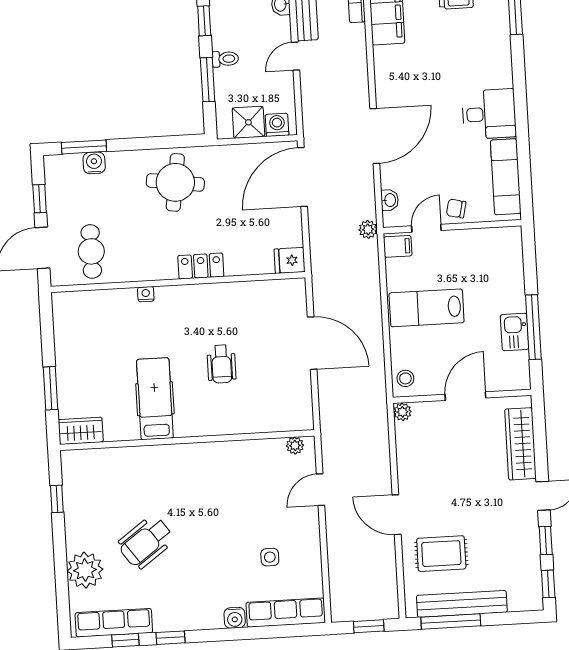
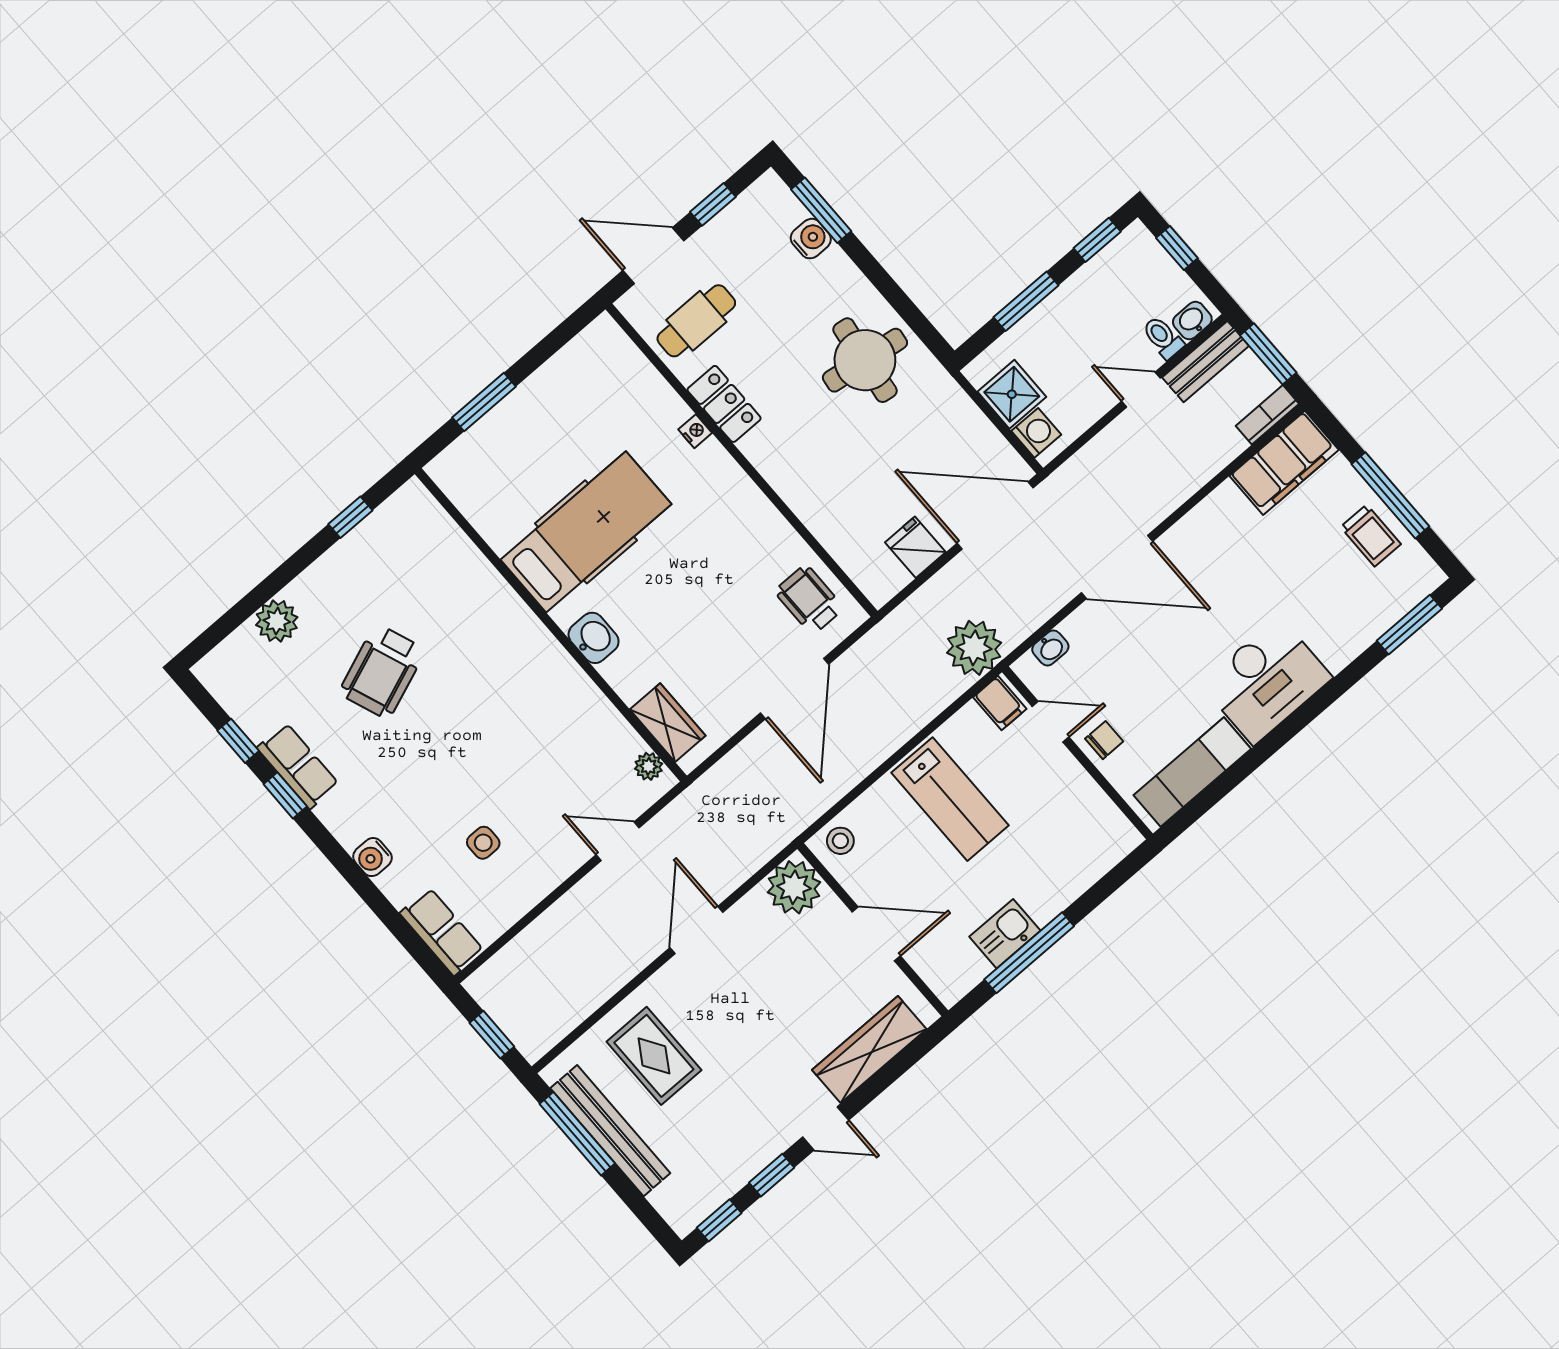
toilet: (225, 59) -> (1163, 337), moved, turned 180
desk: (489, 114) -> (1266, 681), width x1.37
chair: (456, 208) -> (1104, 740), turned 77
plant: (368, 229) -> (974, 648), width x1.88, depth x1.88
fridge: (290, 260) -> (915, 547), moved
locker: (201, 266) -> (724, 404), moved
lab bench: (427, 308) -> (950, 799), turned 180
wheelchair: (221, 364) -> (809, 600), moved, turned 90
hospital bed: (155, 399) -> (586, 532), width x1.37, depth x1.29
plant: (402, 412) -> (794, 887), width x1.88, depth x1.88
washbasin: (210, 424) -> (594, 638), added
wardrobe: (81, 431) -> (668, 723), moved
door: (397, 515) -> (696, 930), moved
wheelchair: (146, 542) -> (382, 672), turned -75
plant: (85, 570) -> (277, 621), width x0.73, depth x0.73
row of seats: (286, 613) -> (442, 932), width x0.68
row of seats: (114, 623) -> (298, 766), moved, width x0.68

